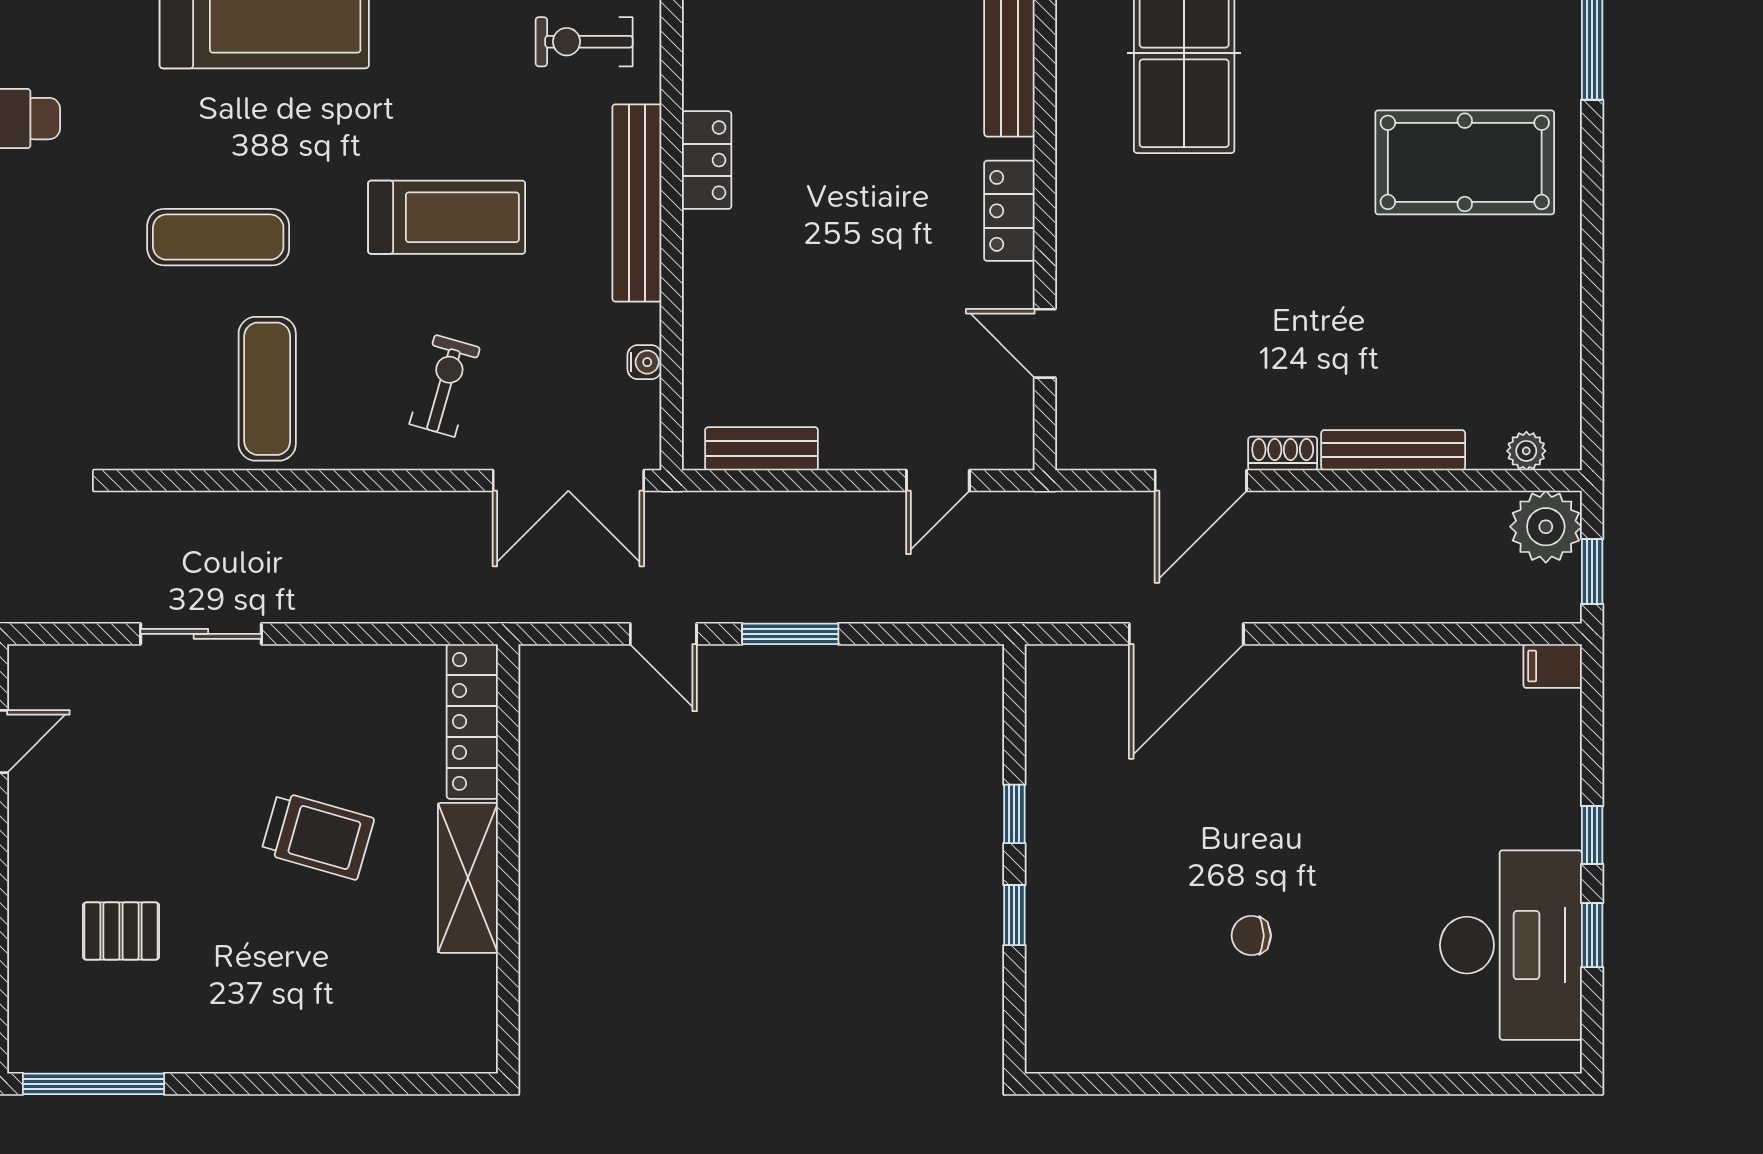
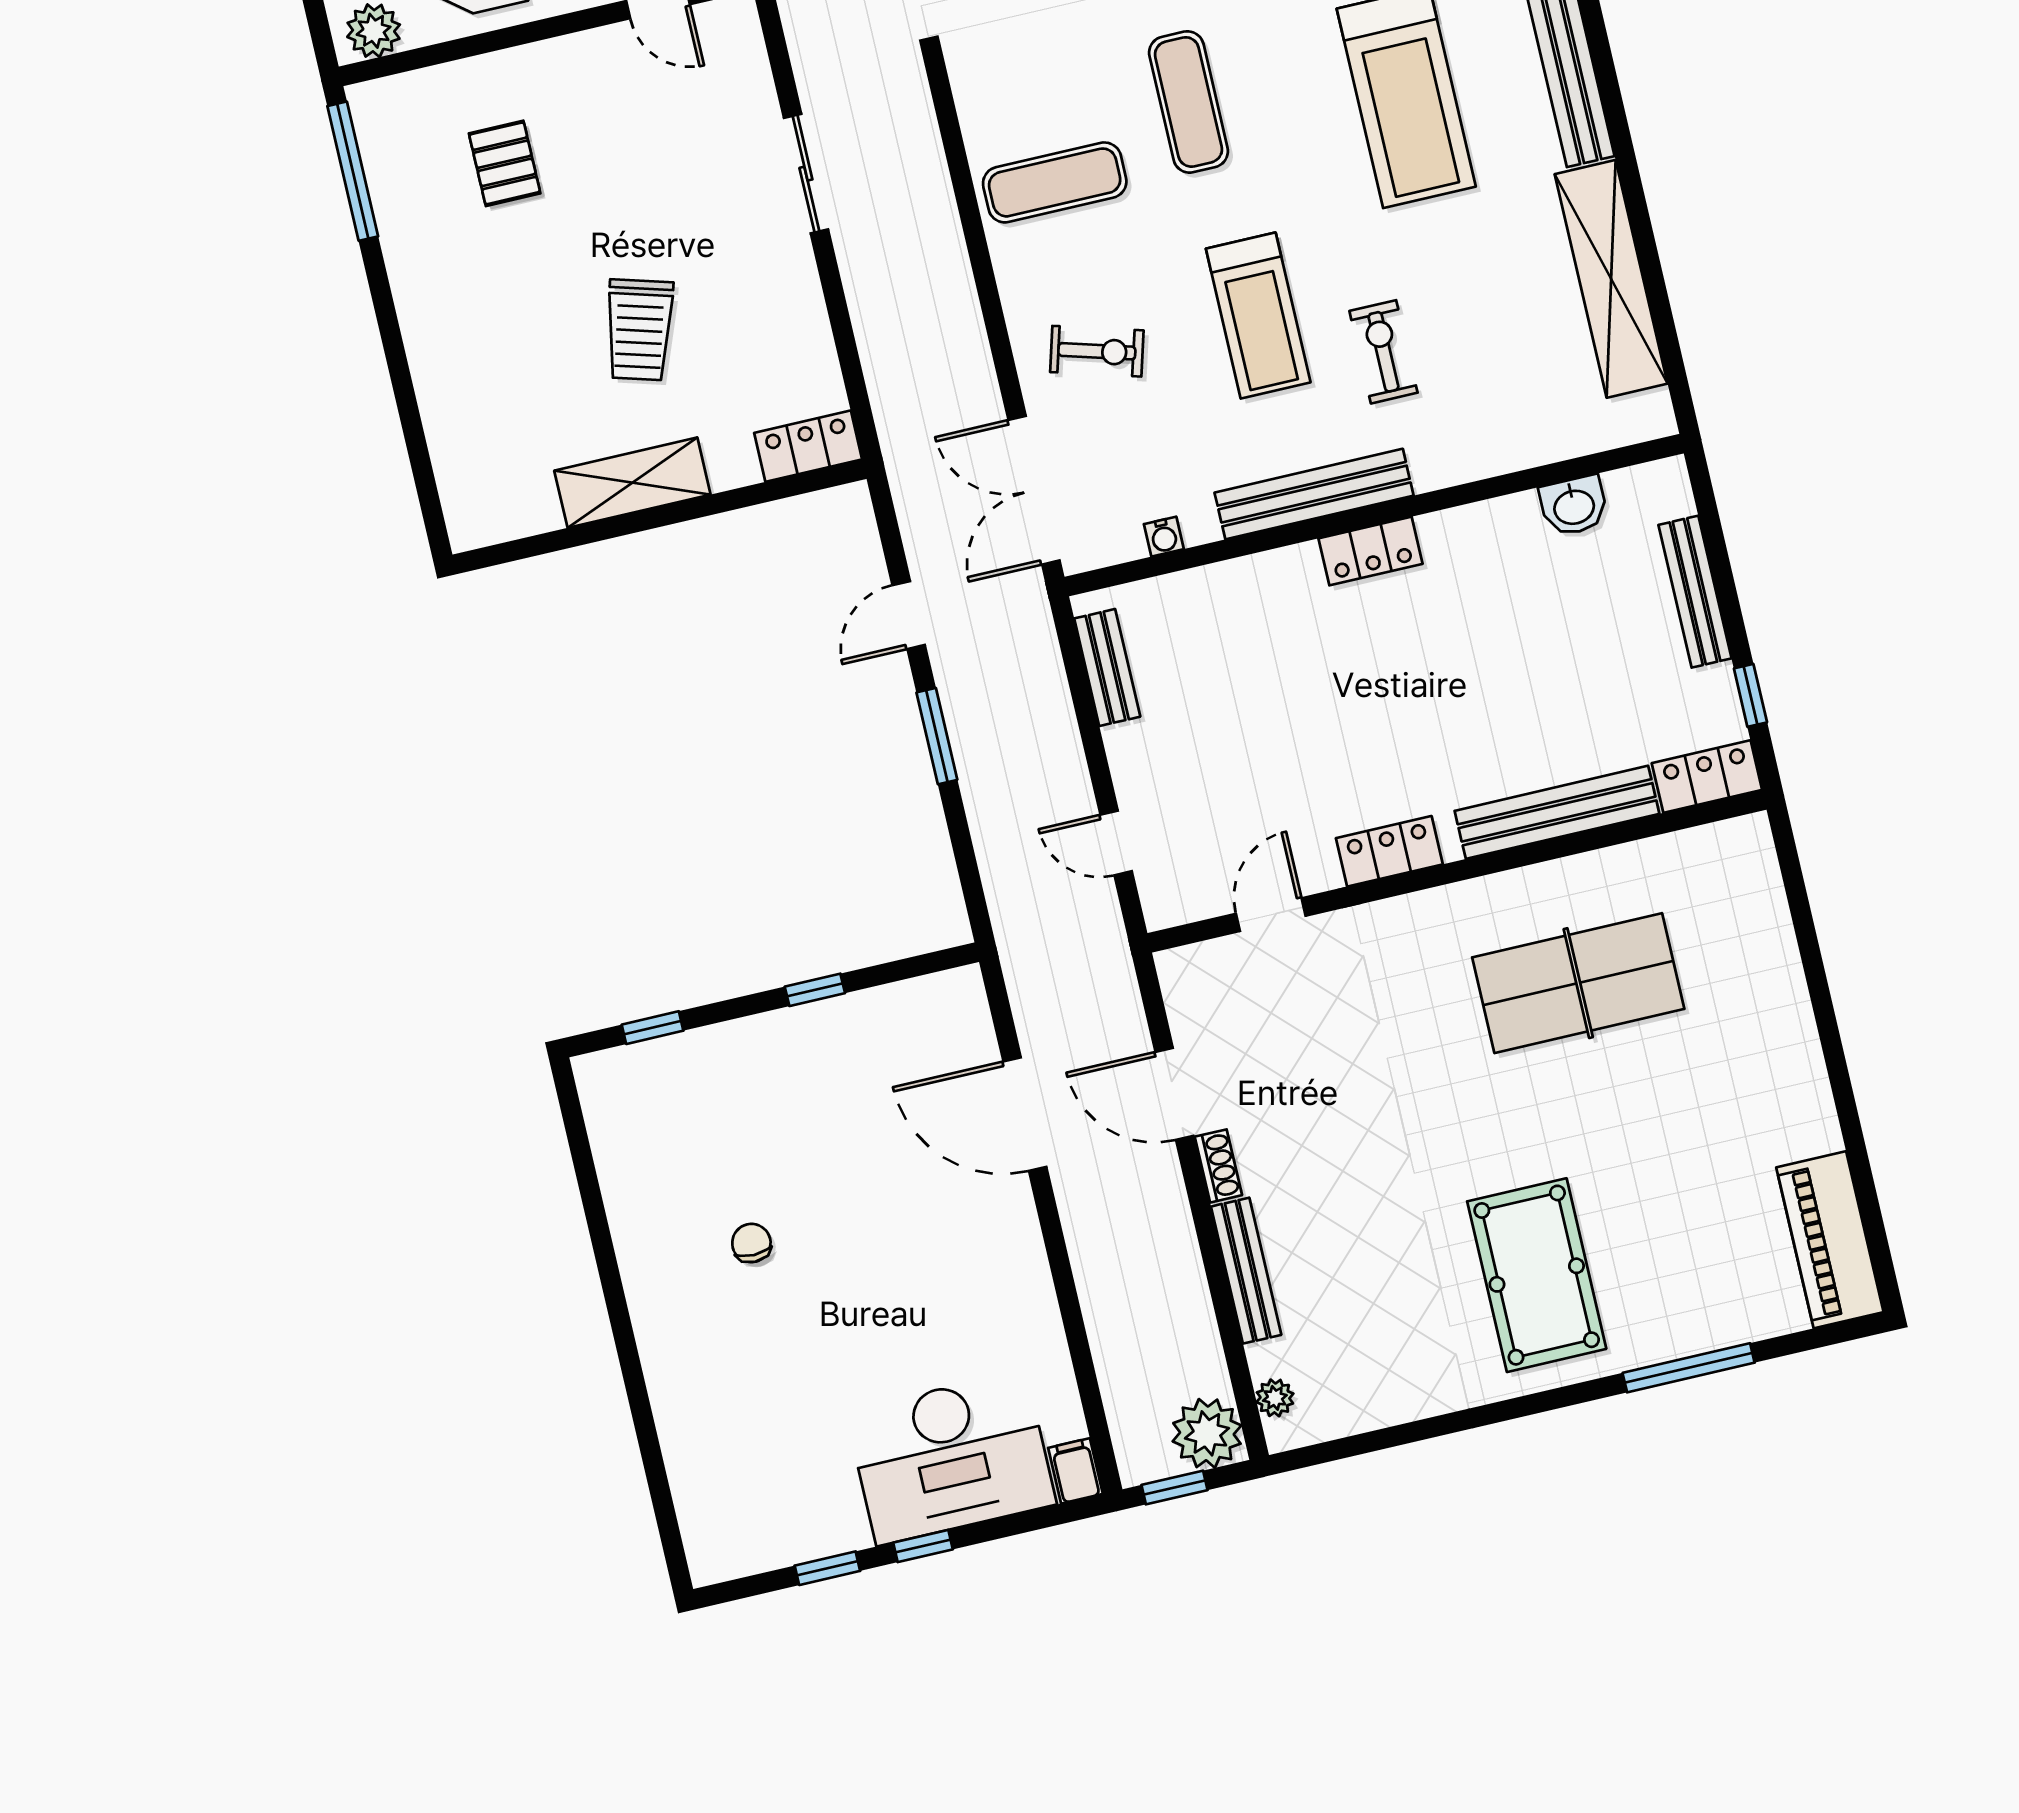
exercise bike: (584, 42) -> (1383, 352), moved
locker: (472, 721) -> (808, 446), width x0.66
window: (1014, 915) -> (653, 1028), moved
desk: (1511, 945) -> (951, 1458), moved

